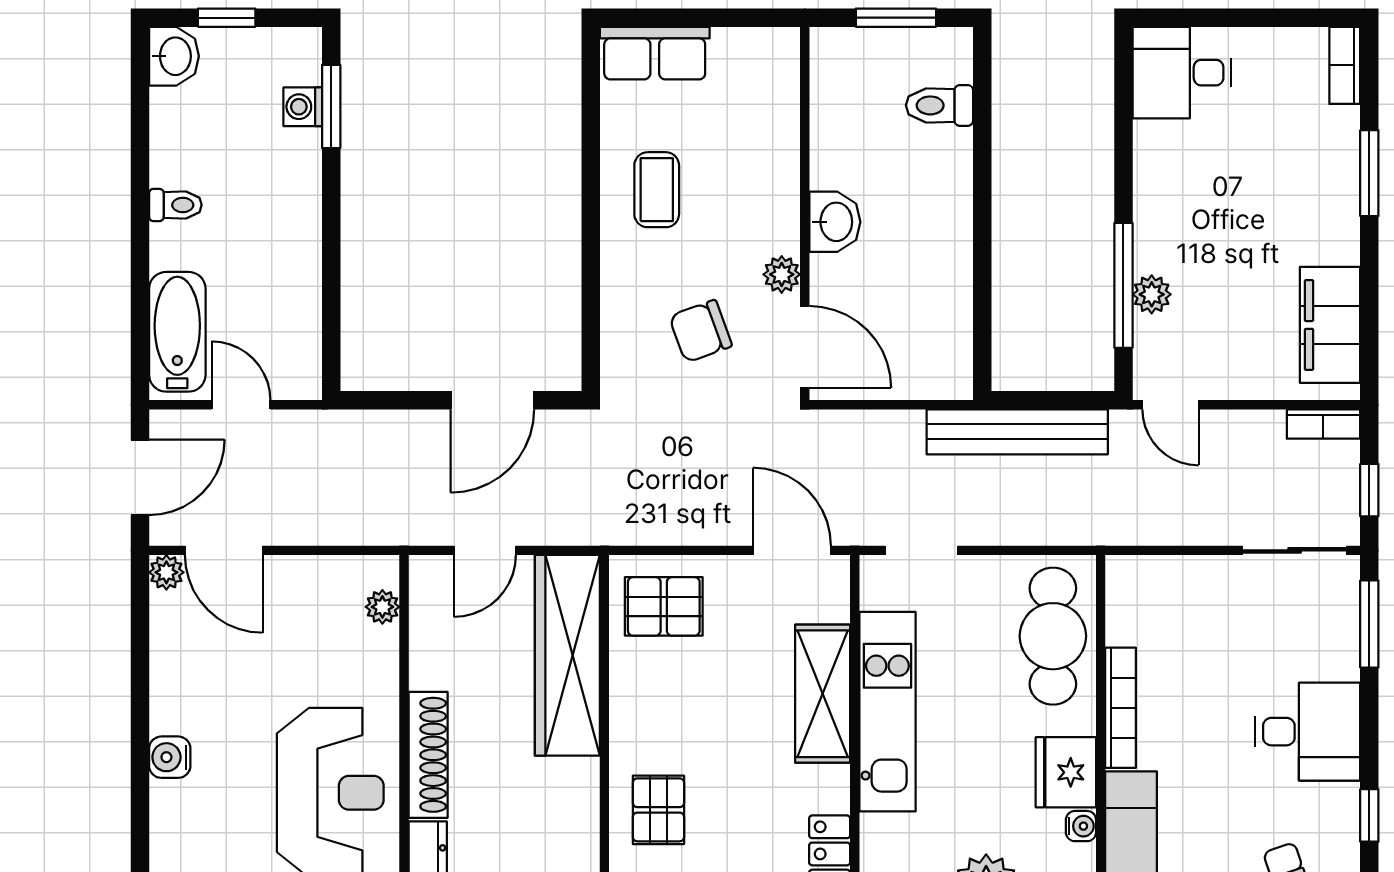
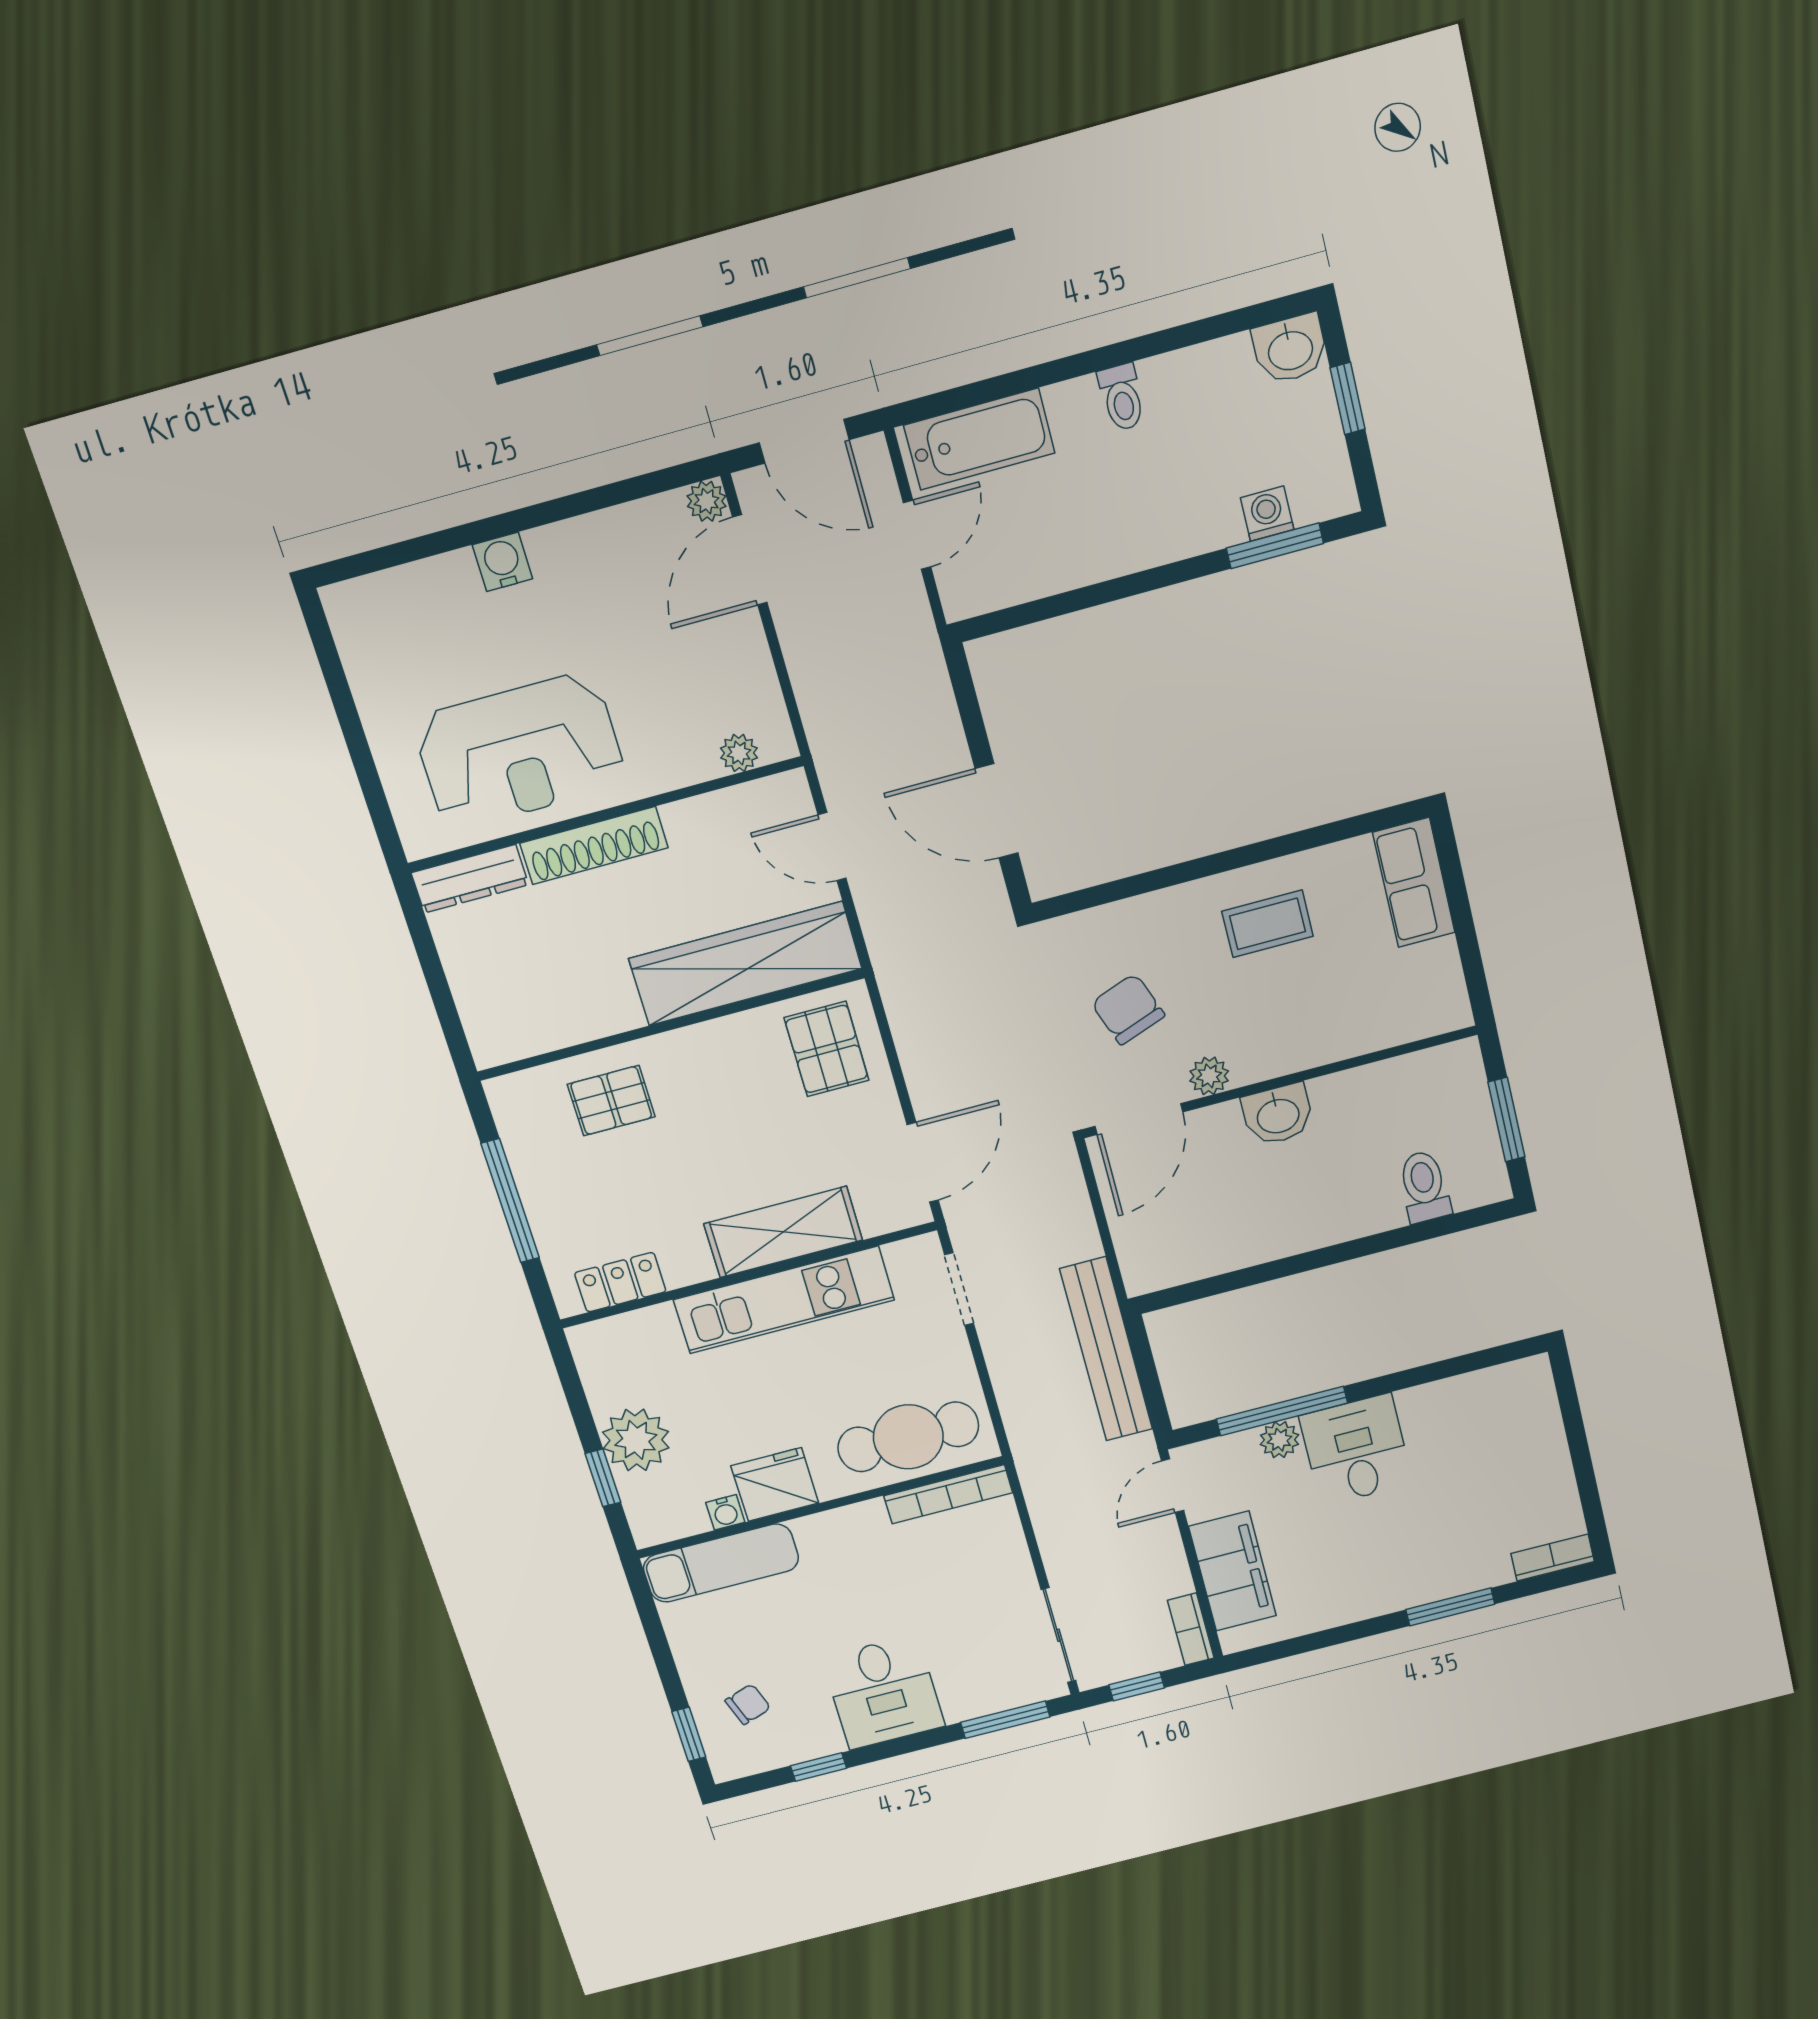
desk: (1182, 73) -> (1356, 1450), moved
filing cabinet: (1330, 325) -> (1232, 1571), moved, turned 90
bookcase: (1121, 708) -> (948, 1494), moved

